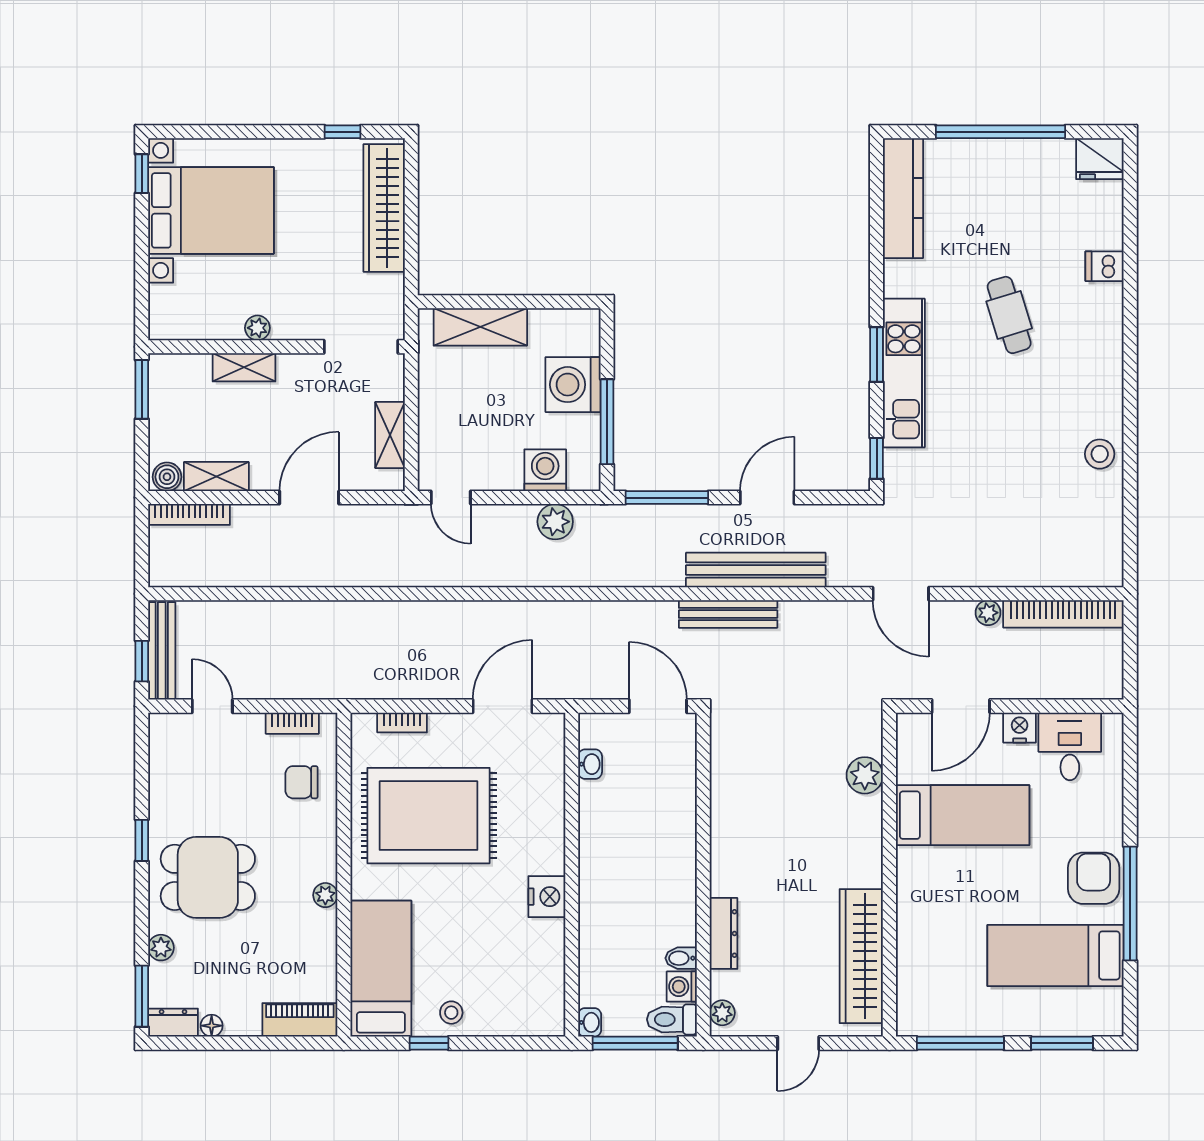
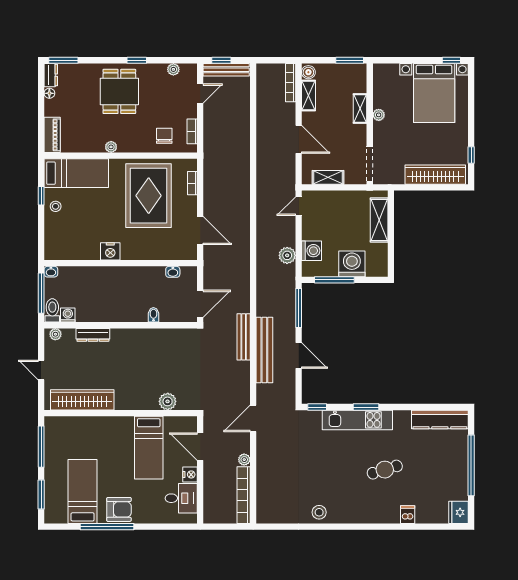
plant: (161, 948) -> (173, 69), moved
bidet: (681, 958) -> (153, 315), moved

